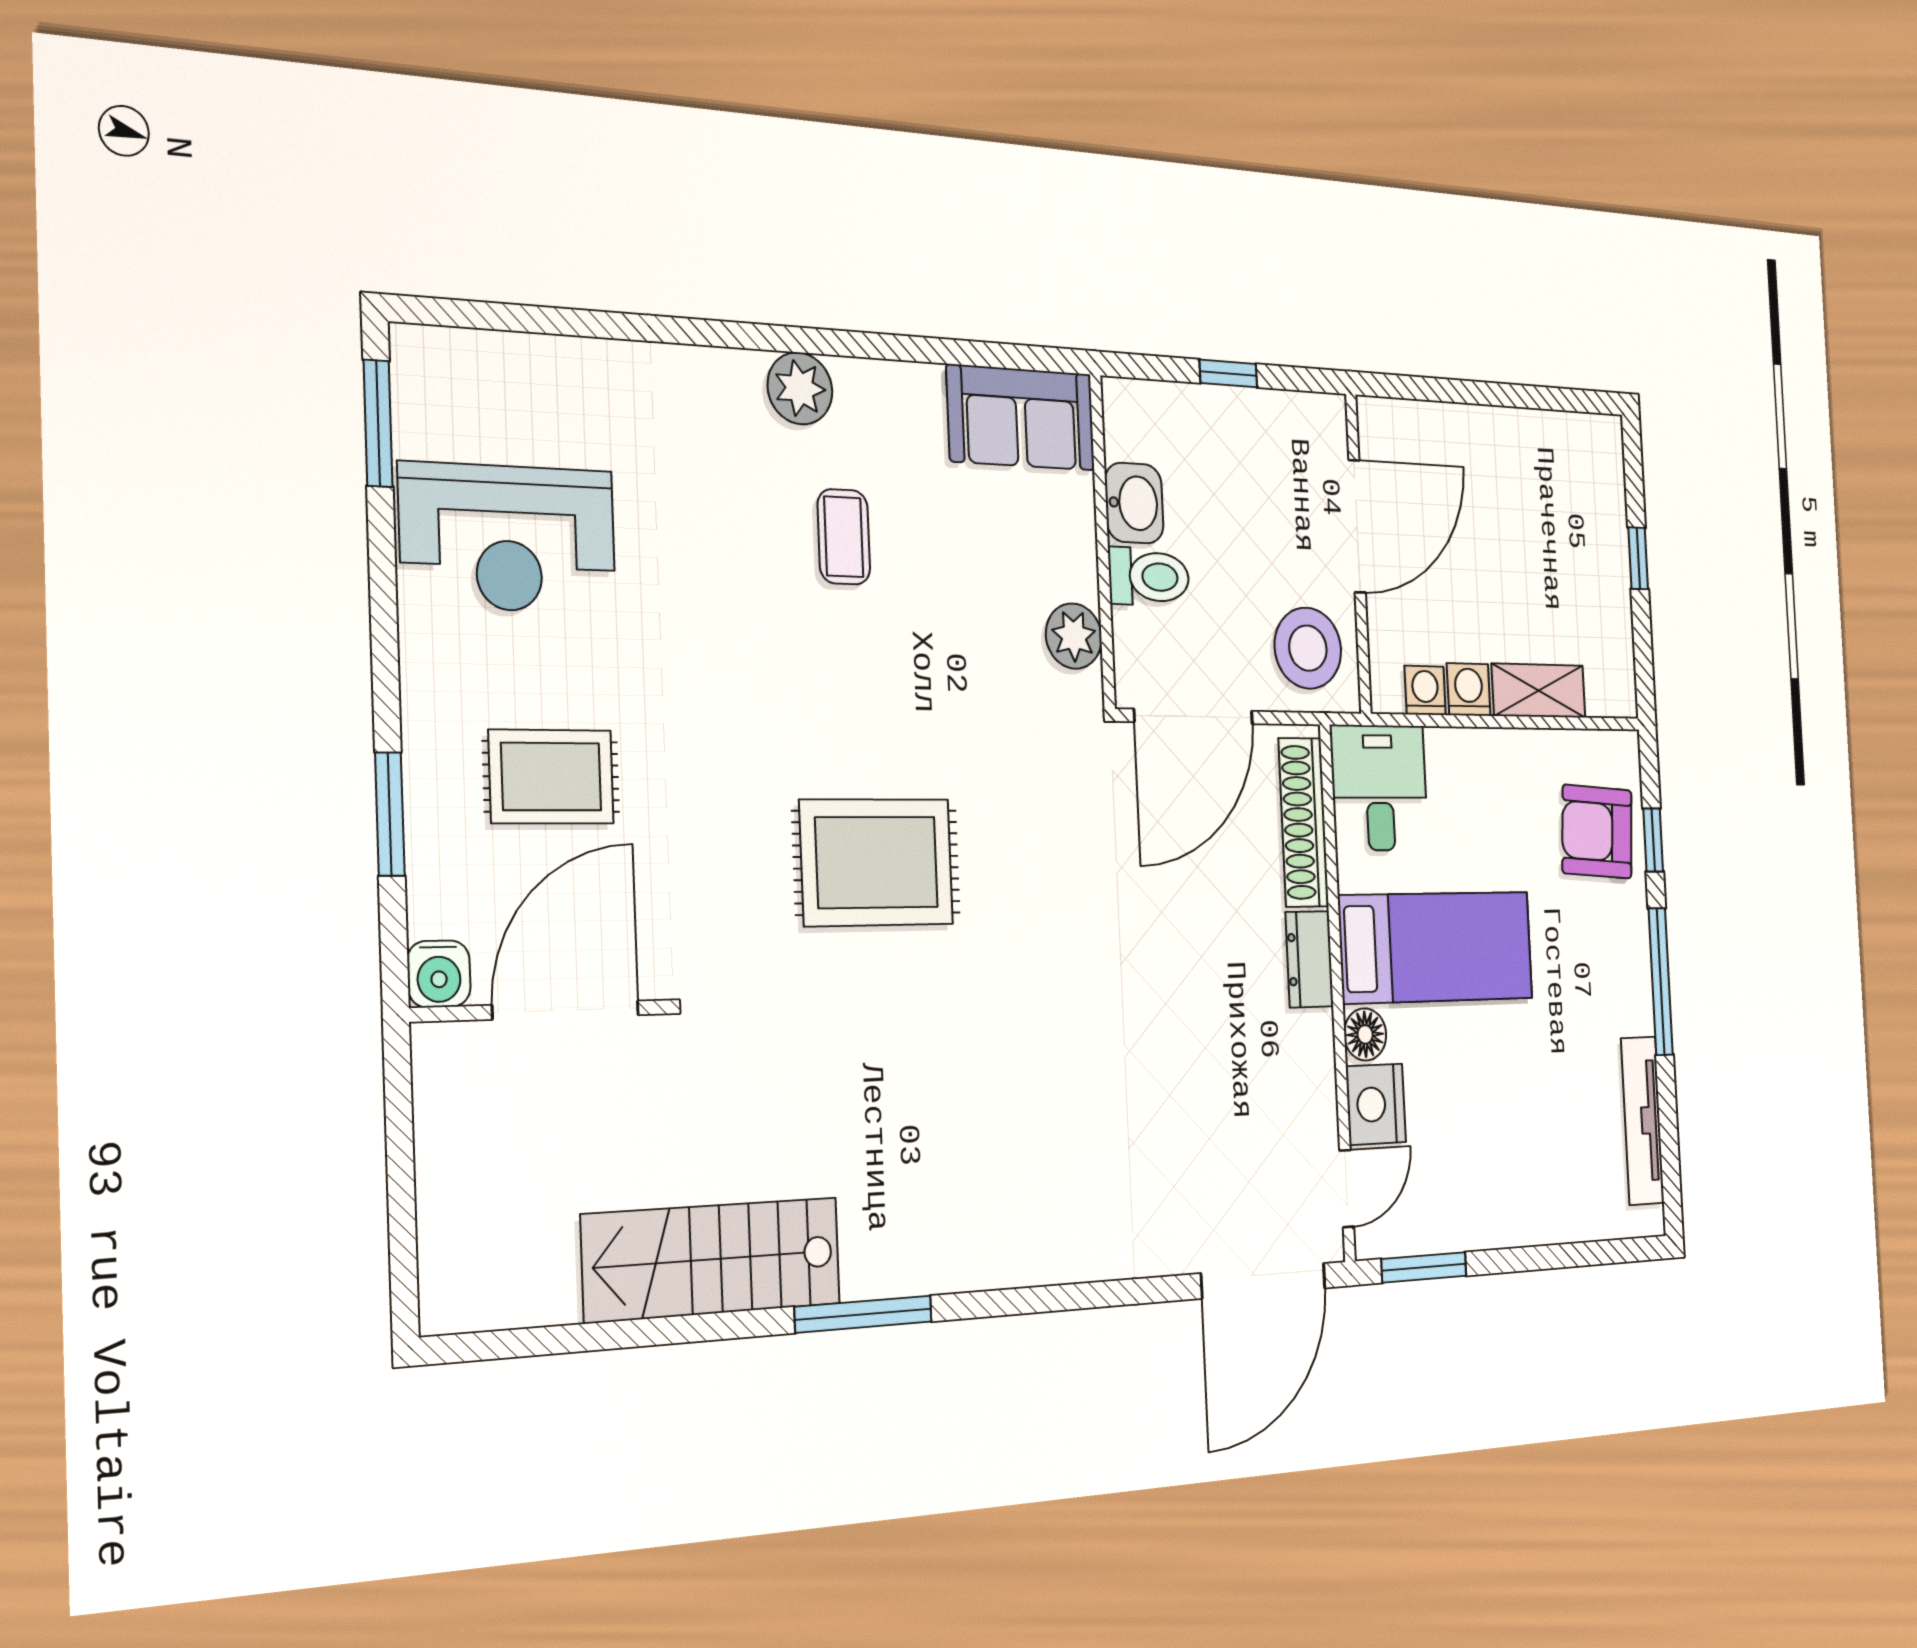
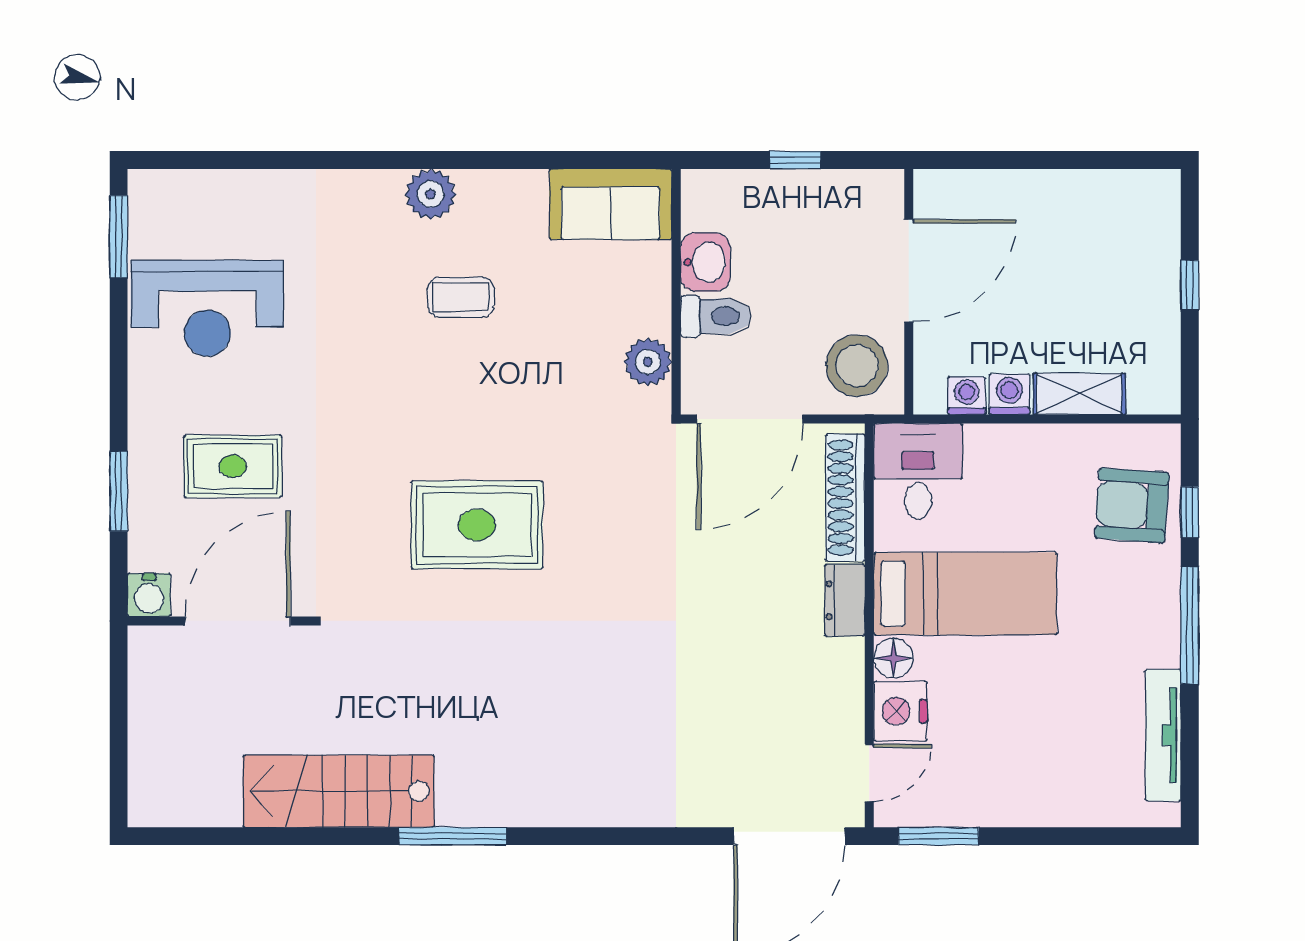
coffee table: (844, 537) -> (461, 297), turned 90

